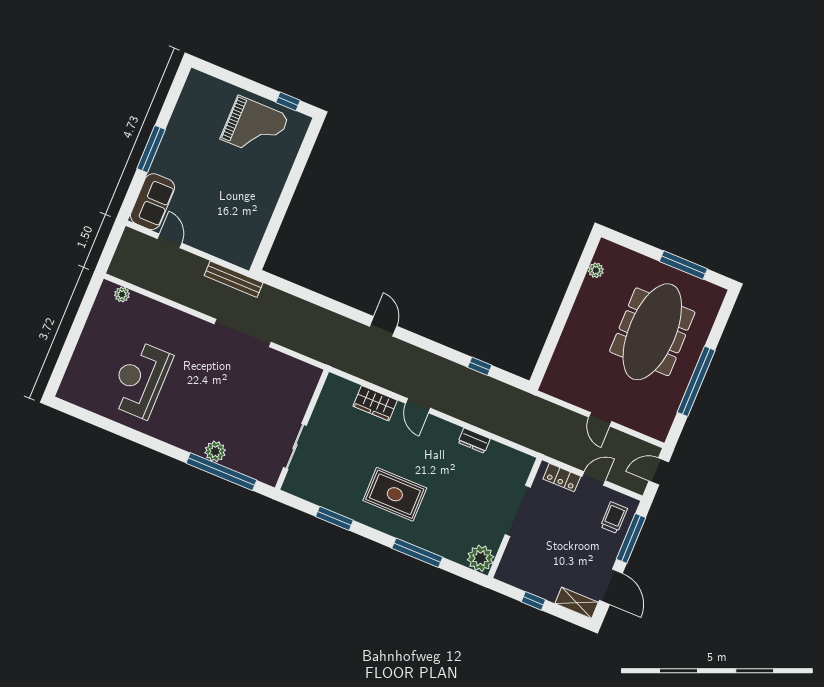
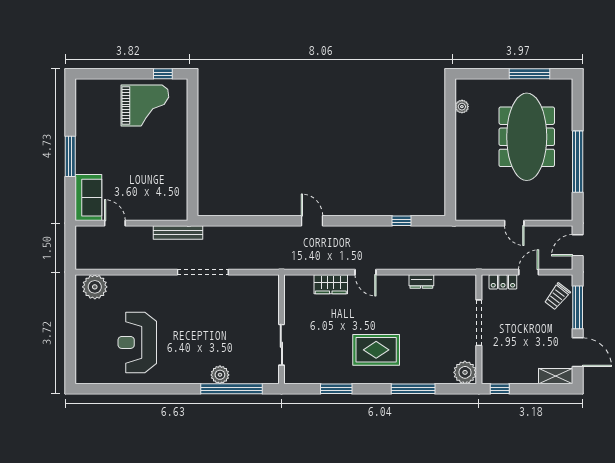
plant: (122, 294) -> (95, 287), width x1.87, depth x1.87
trolley: (614, 518) -> (557, 296), turned -142
window: (533, 601) -> (500, 389), moved

